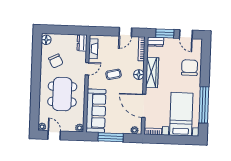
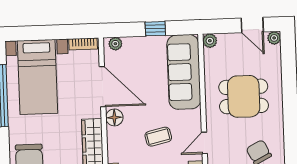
floor lamp: (139, 75) -> (114, 117), moved
dining table: (62, 94) -> (244, 96), width x0.73
window: (111, 137) -> (155, 29), width x0.46

